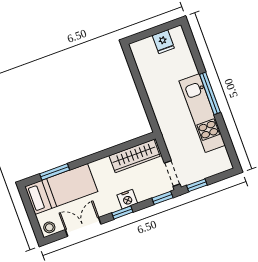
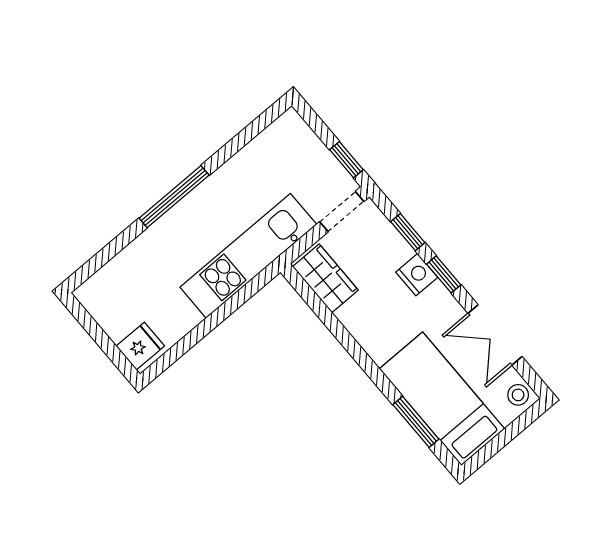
fridge: (163, 42) -> (140, 346), moved
kitchen unit: (202, 113) -> (248, 256), moved, turned 180
wardrobe: (135, 156) -> (325, 278), width x0.67
window: (162, 198) -> (408, 232), moved

